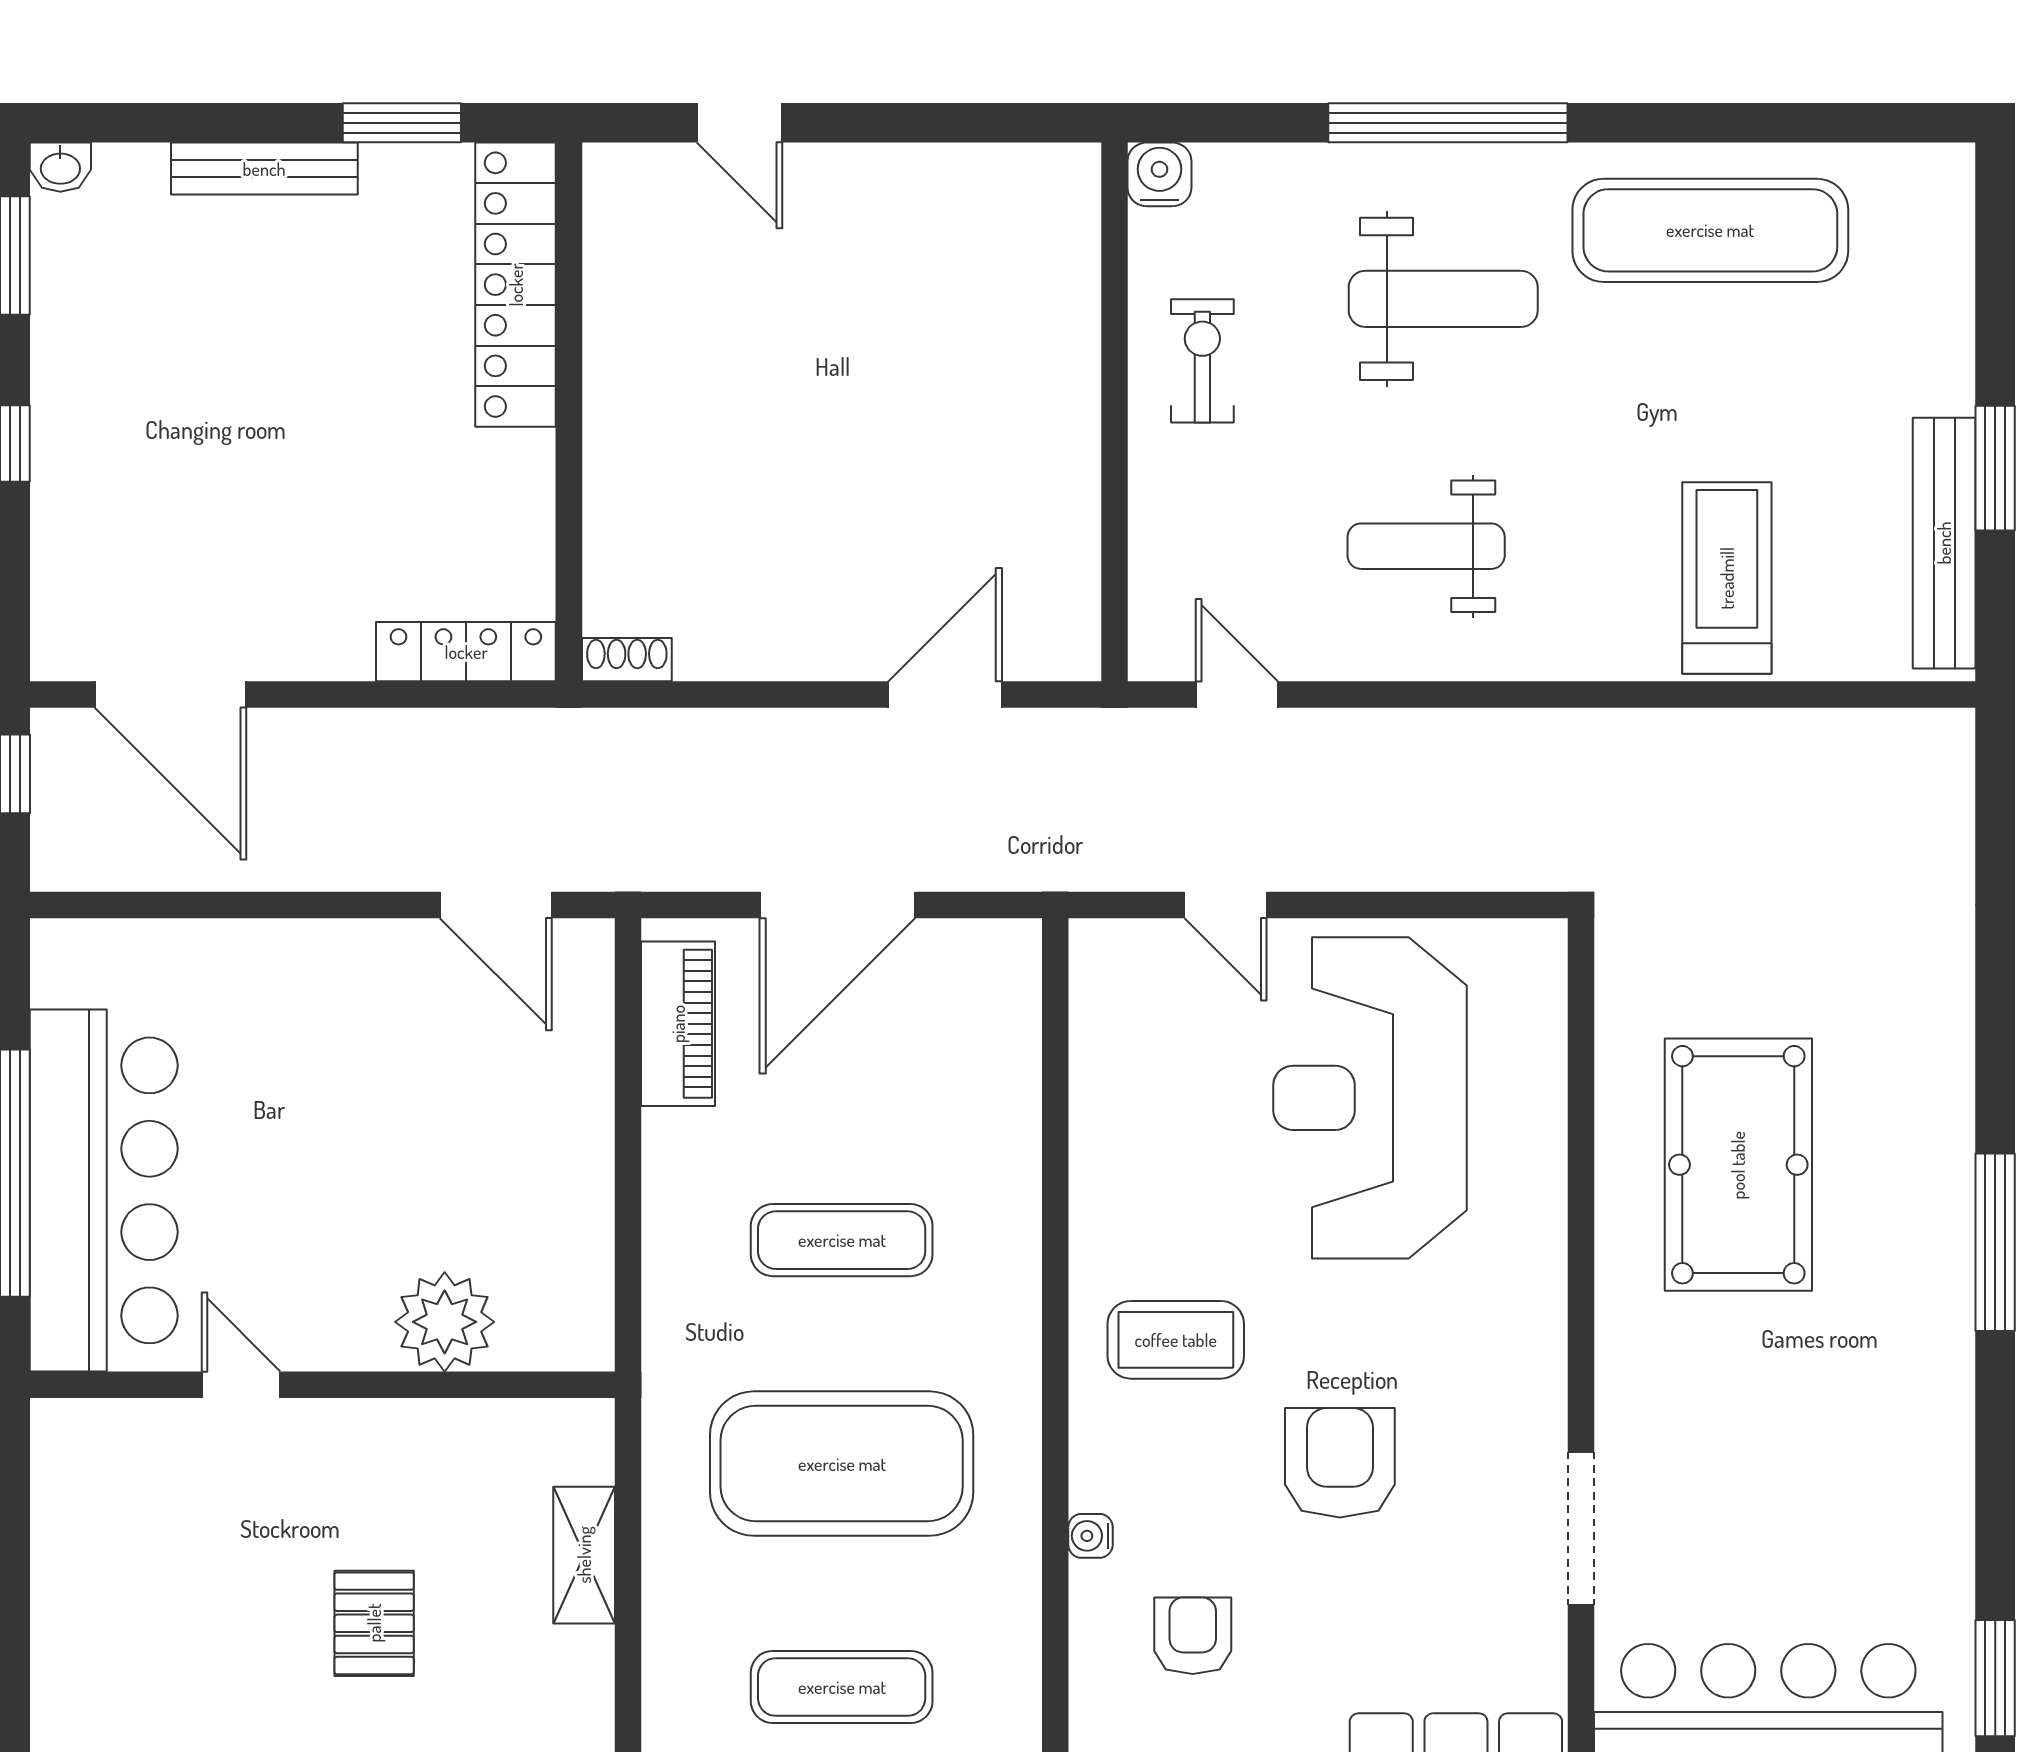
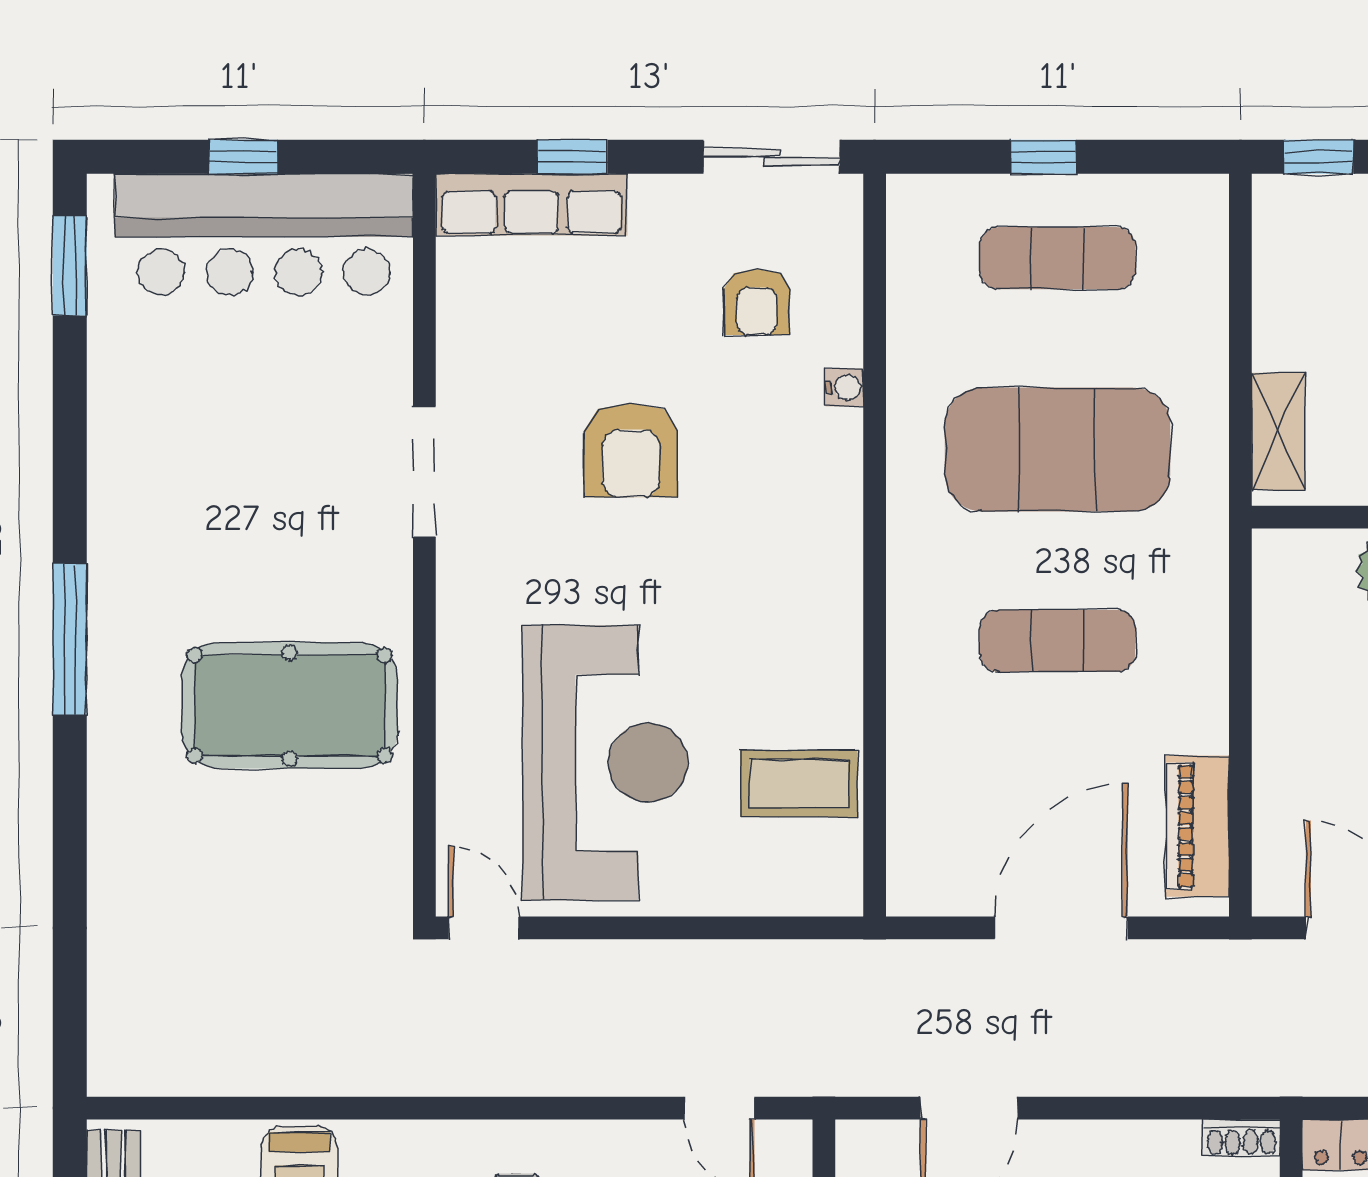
door: (1226, 905) -> (484, 928), moved
pool table: (1738, 1165) -> (290, 705), turned 90
coffee table: (1176, 1340) -> (799, 783), moved
doorway: (1581, 1528) -> (424, 472), moved
shelving: (584, 1555) -> (1278, 431), moved

